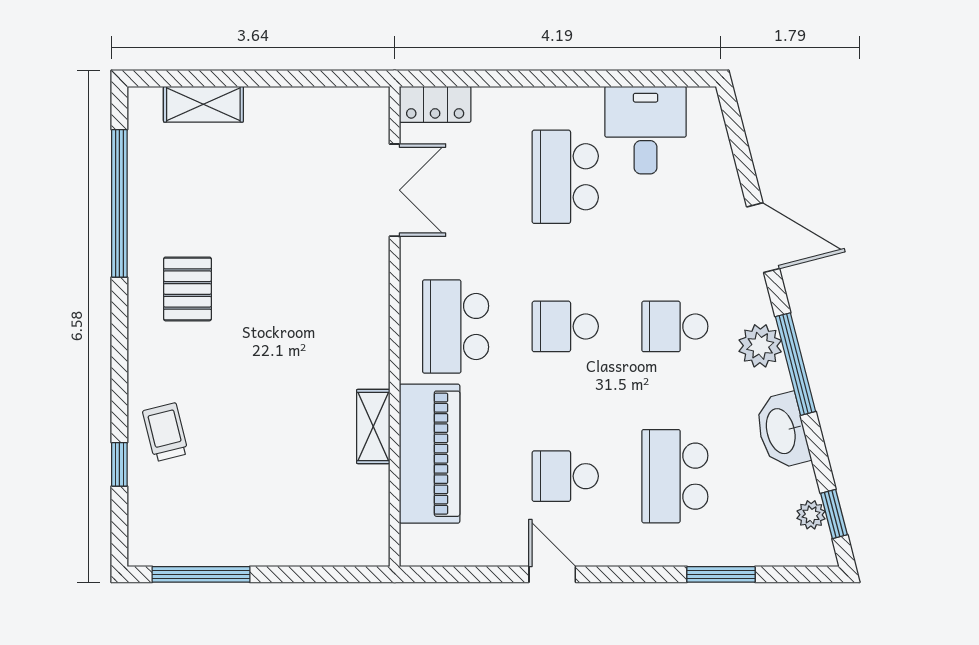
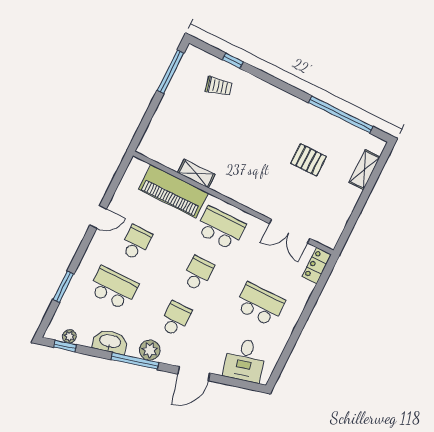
desk: (646, 130) -> (245, 360), moved, turned 76
pallet: (187, 289) -> (309, 160), moved
trolley: (165, 432) -> (219, 86), moved

